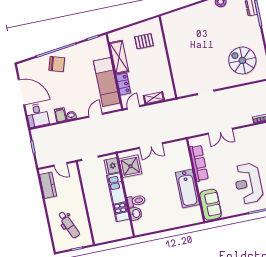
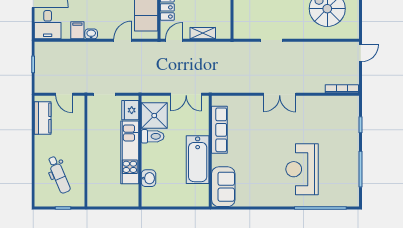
row of seats: (199, 163) -> (219, 130), moved
wall: (196, 180) -> (210, 151), moved
bathtub: (187, 189) -> (198, 160), moved
toilet: (136, 201) -> (153, 136), moved
sofa: (211, 205) -> (223, 187), moved

